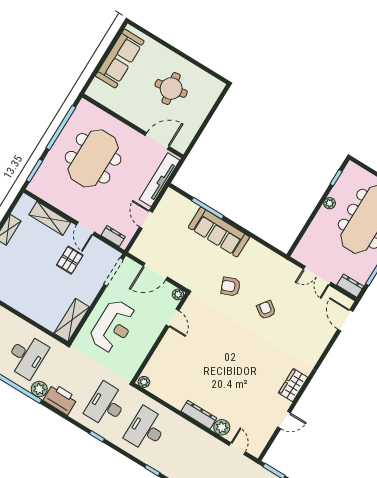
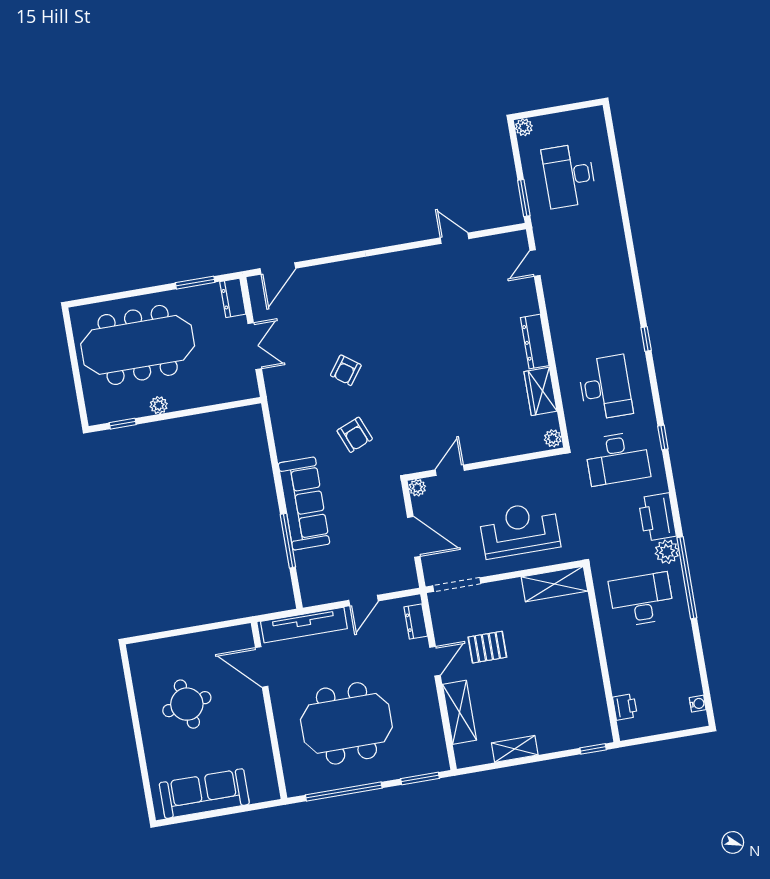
wardrobe: (293, 385) -> (540, 391), moved, turned 90
plant: (222, 427) -> (526, 303), removed
desk: (146, 429) -> (605, 388), turned -90

